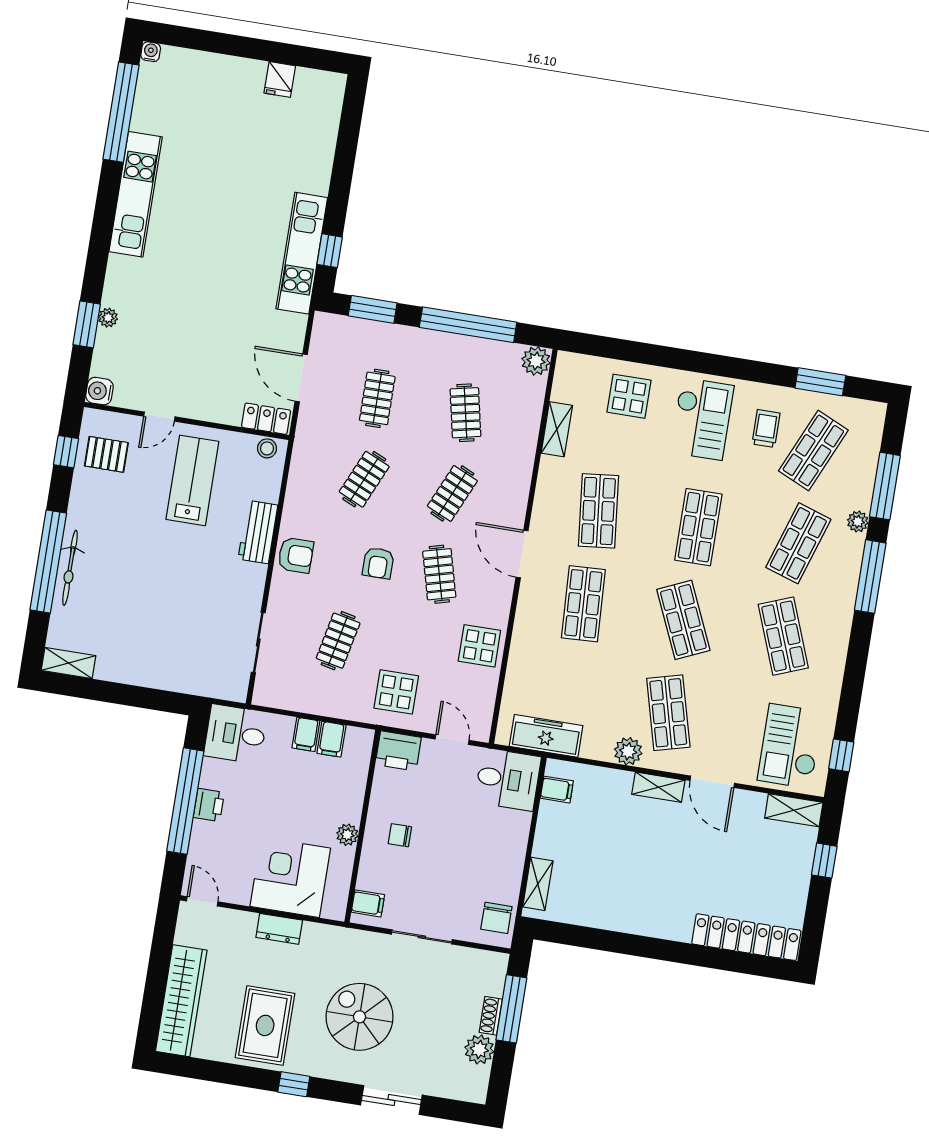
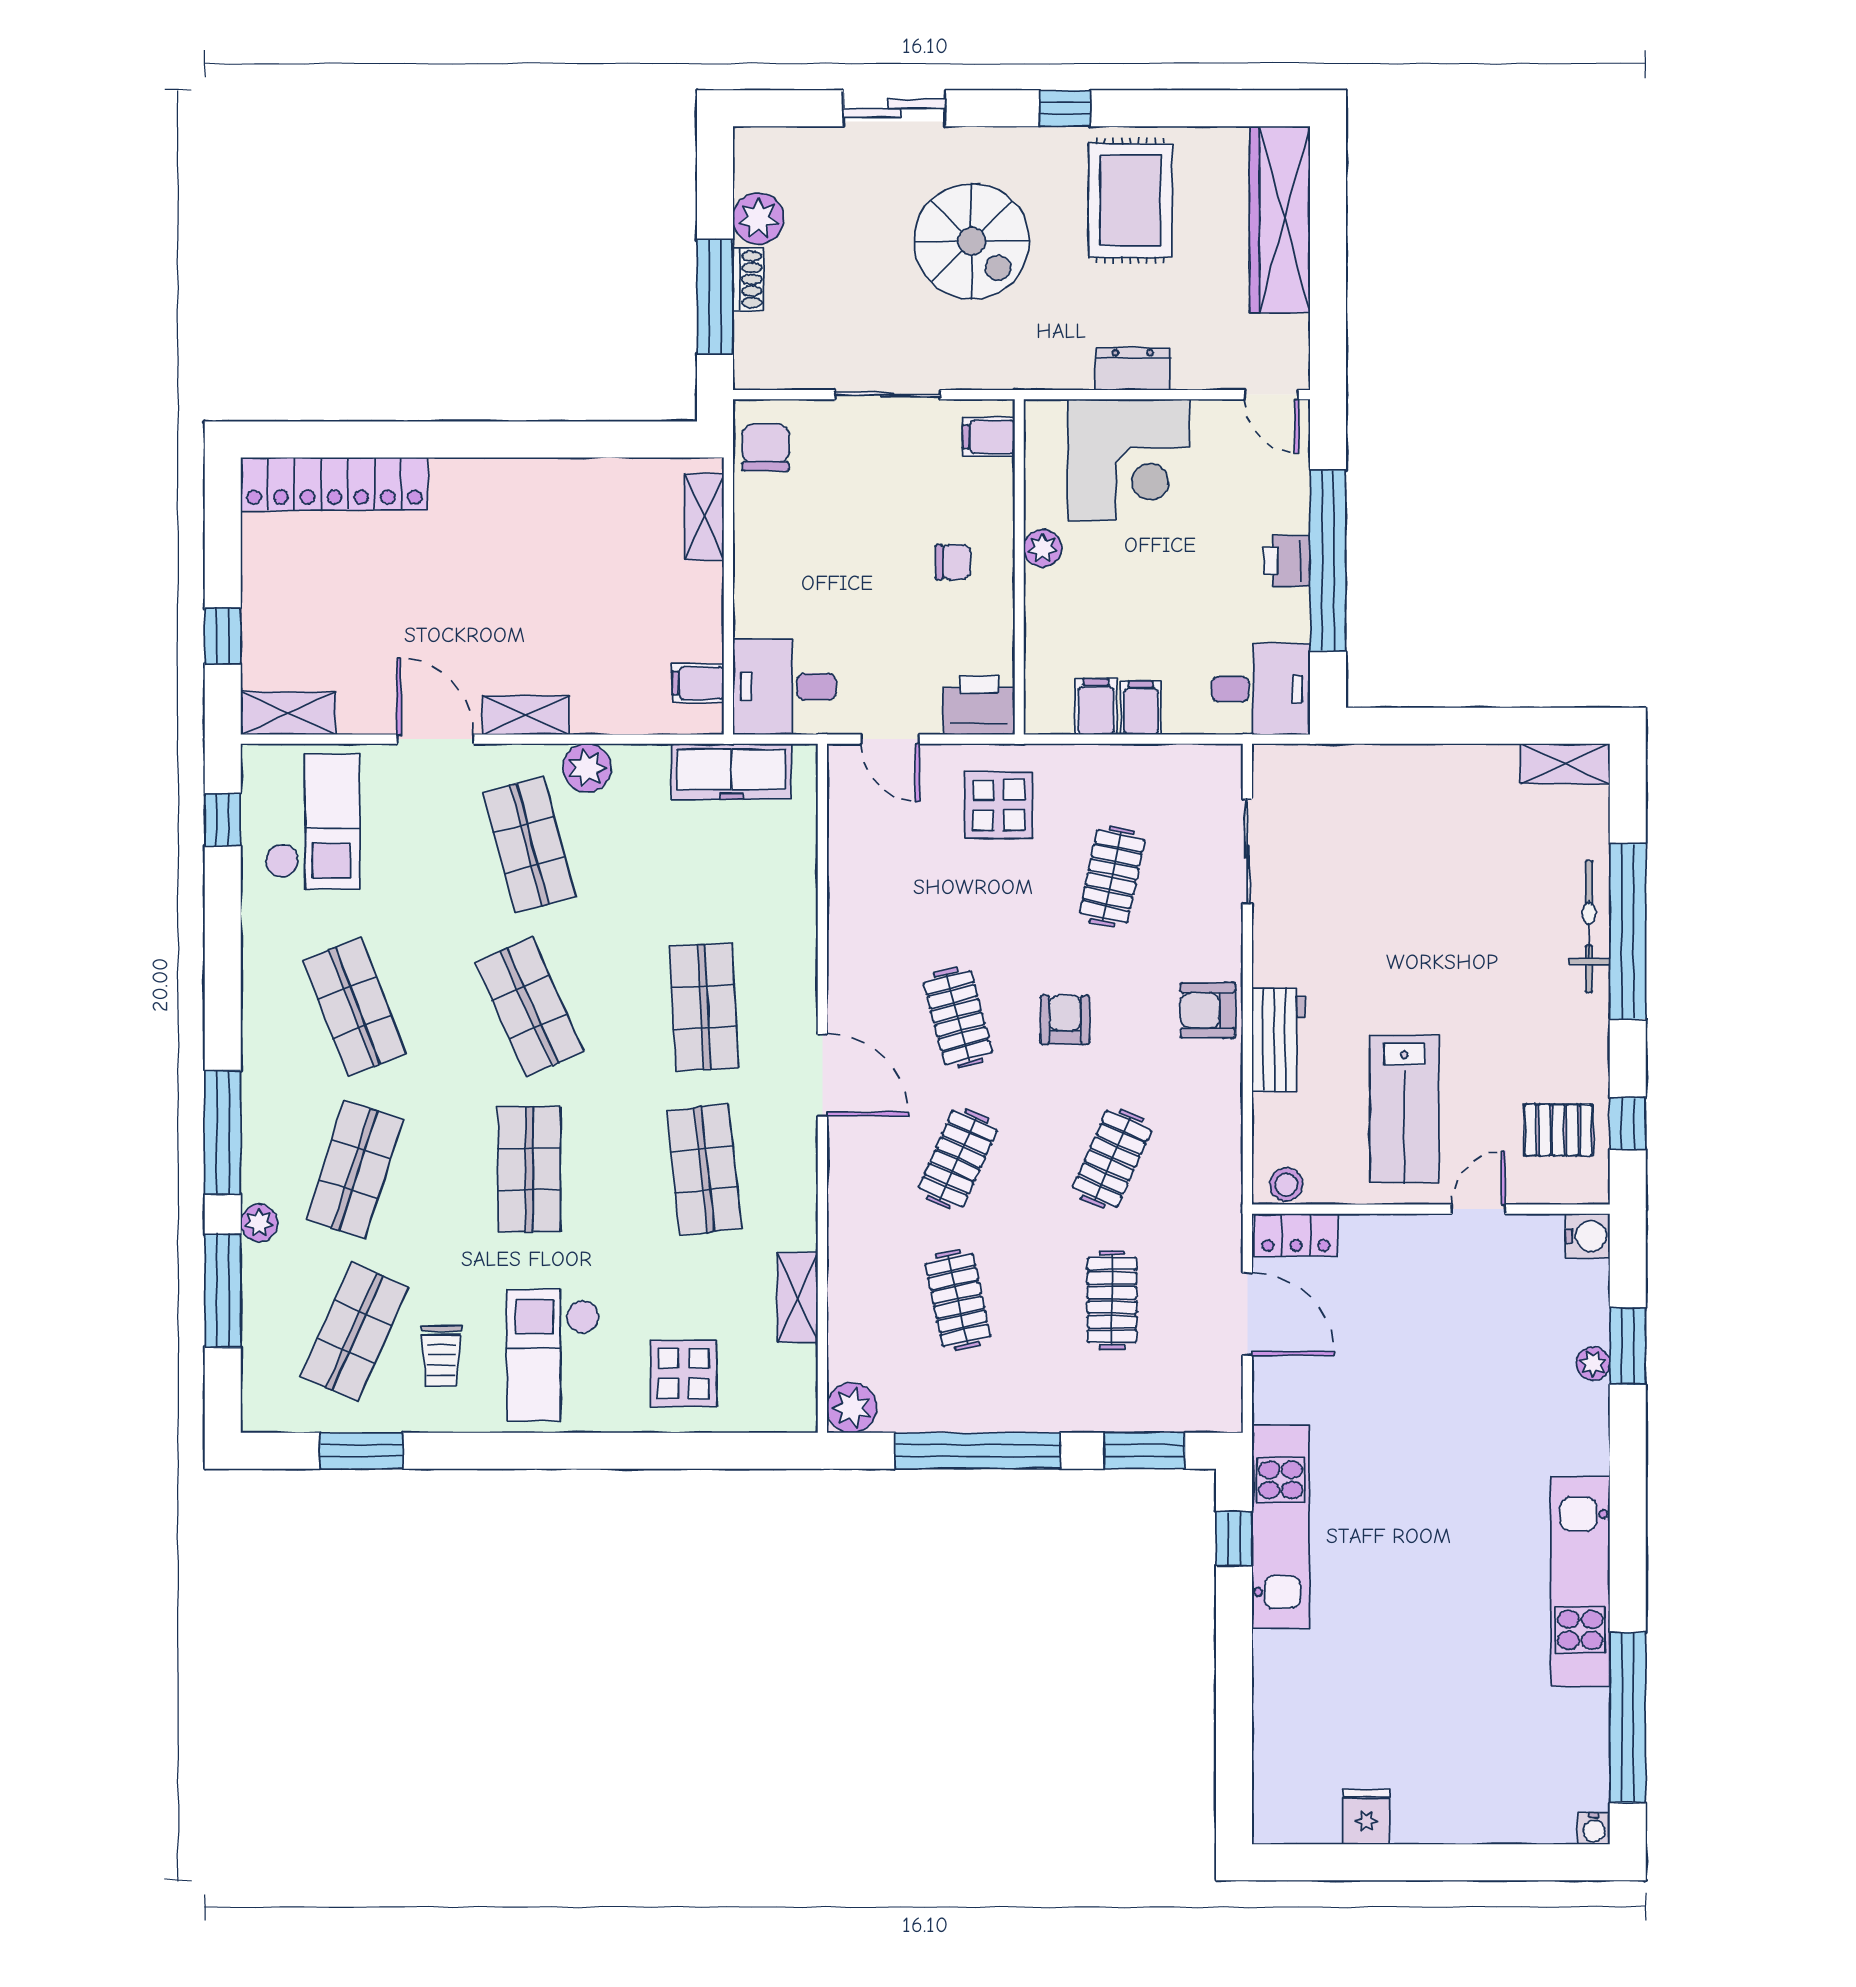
display table: (479, 646) -> (870, 907), removed

